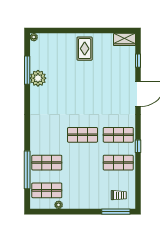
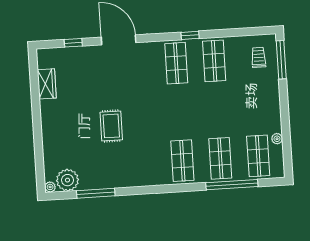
wardrobe: (125, 39) -> (47, 84), moved
rug: (85, 49) -> (111, 126), moved, turned 90
plant: (38, 78) -> (67, 180), moved
shop shelf: (83, 135) -> (182, 161), moved

